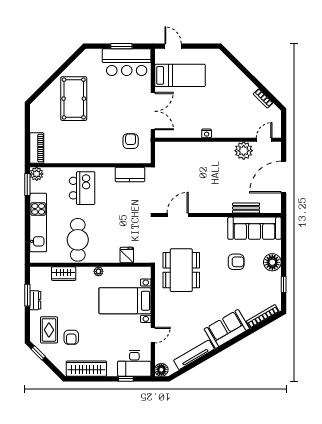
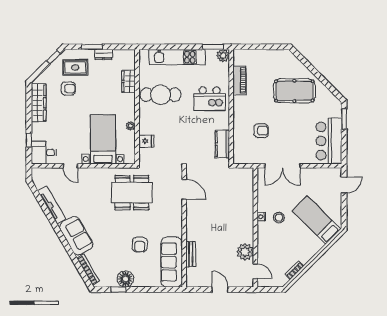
window: (121, 46) -> (344, 119), moved
bed: (180, 75) -> (316, 220), moved, turned 135
stool: (208, 115) -> (279, 218), added
armchair: (131, 141) -> (261, 131), moved
piano: (37, 148) -> (239, 80), moved, turned -90
door: (284, 177) -> (220, 290), width x0.53
floor lamp: (272, 262) -> (125, 279), moved
plant: (98, 271) -> (131, 126), moved
window: (27, 295) -> (92, 47), moved
armchair: (71, 337) -> (68, 89), turned 180
desk: (134, 363) -> (44, 153), width x0.73
floor lamp: (161, 370) -> (38, 174), removed

